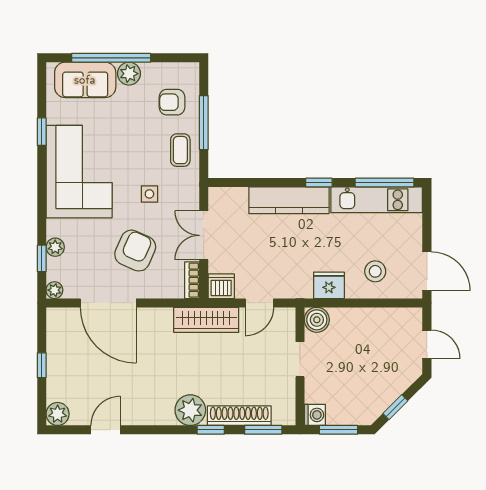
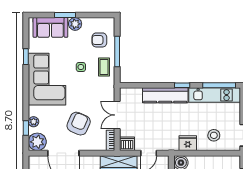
window: (111, 58) -> (65, 15), width x0.47
side table: (149, 194) -> (81, 67), moved
plant: (54, 290) -> (37, 142), width x1.87, depth x1.87

